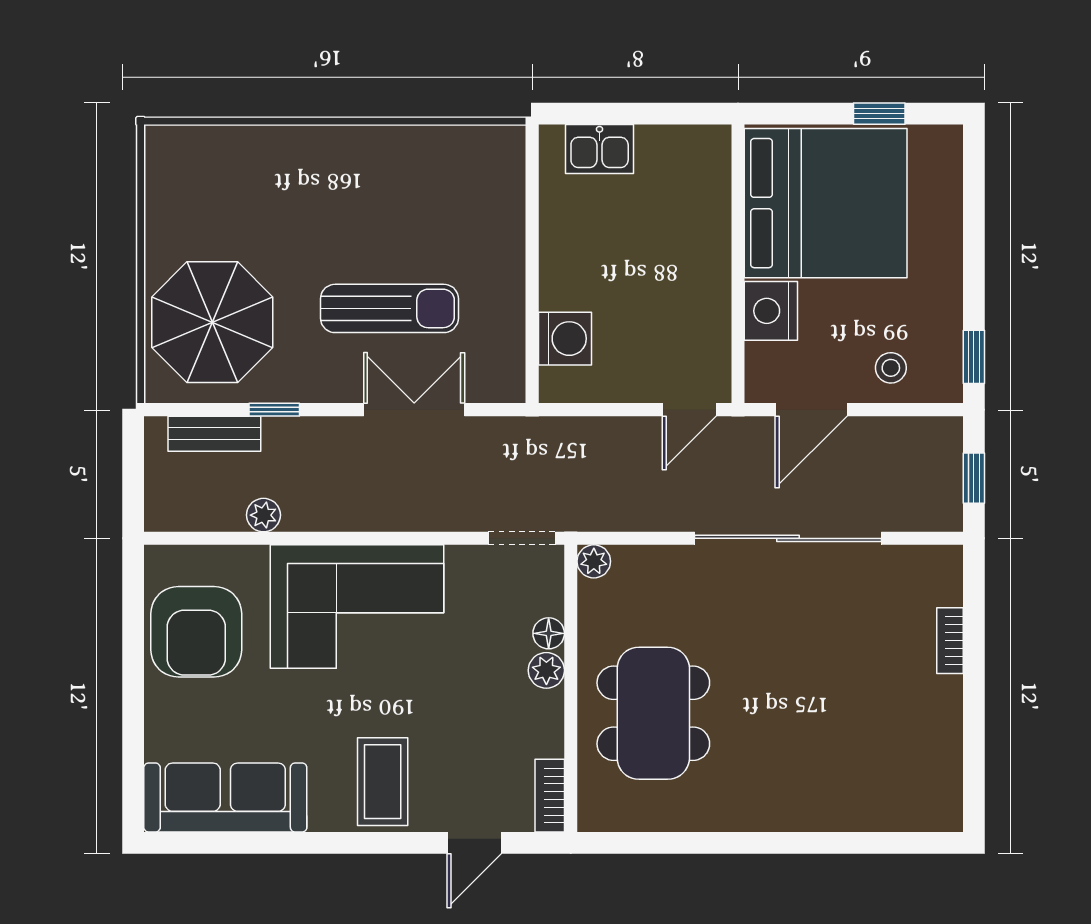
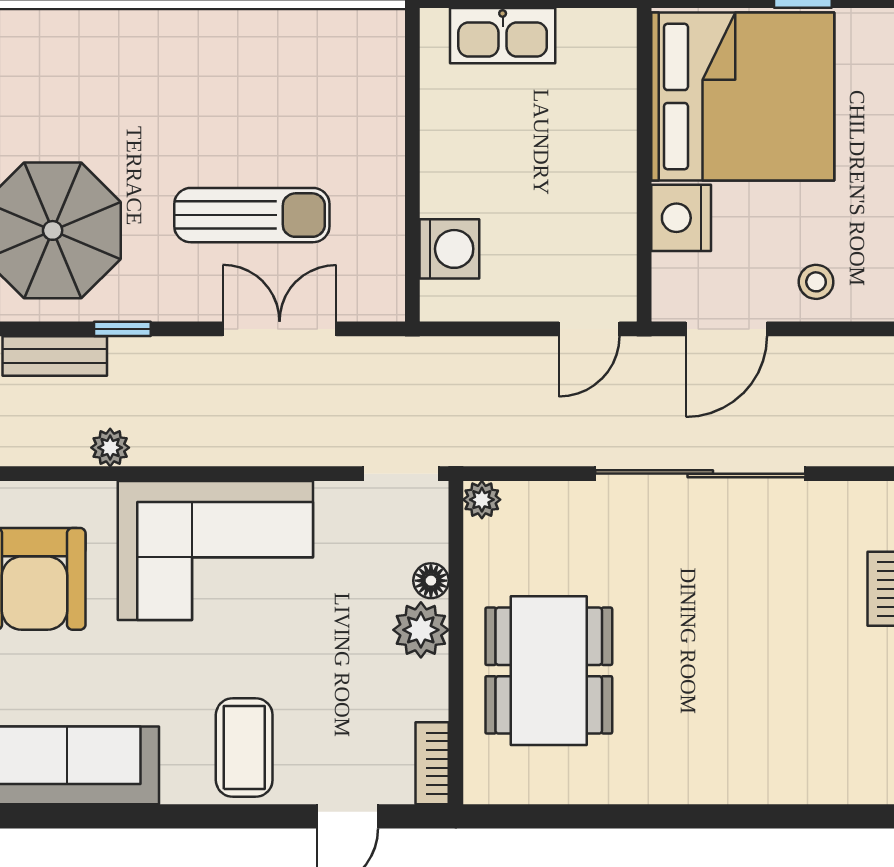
kitchen sink: (600, 149) -> (503, 36), width x1.38
plant: (546, 670) -> (421, 630), width x1.38, depth x1.38

